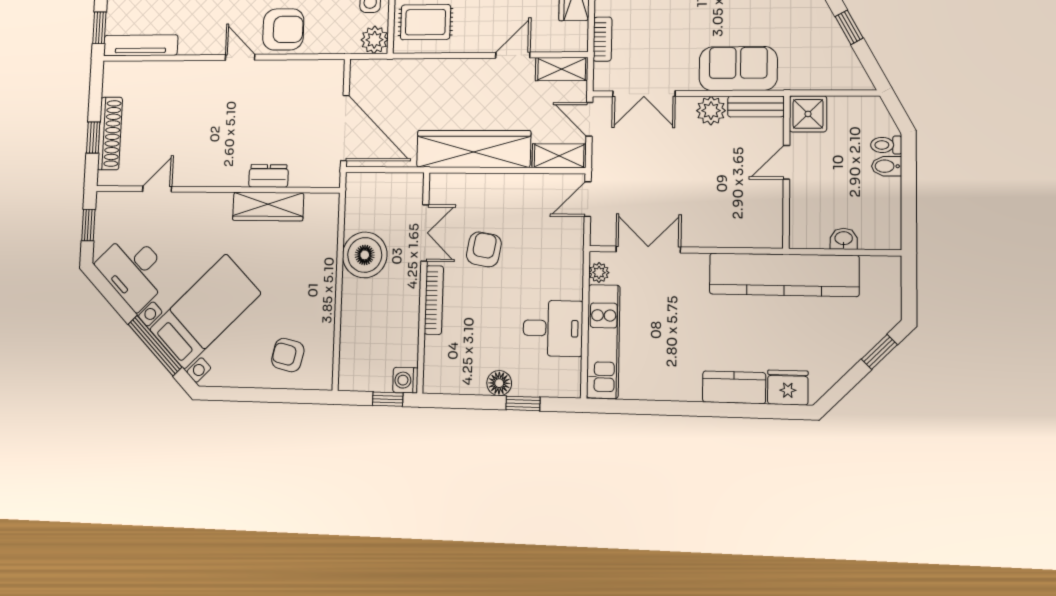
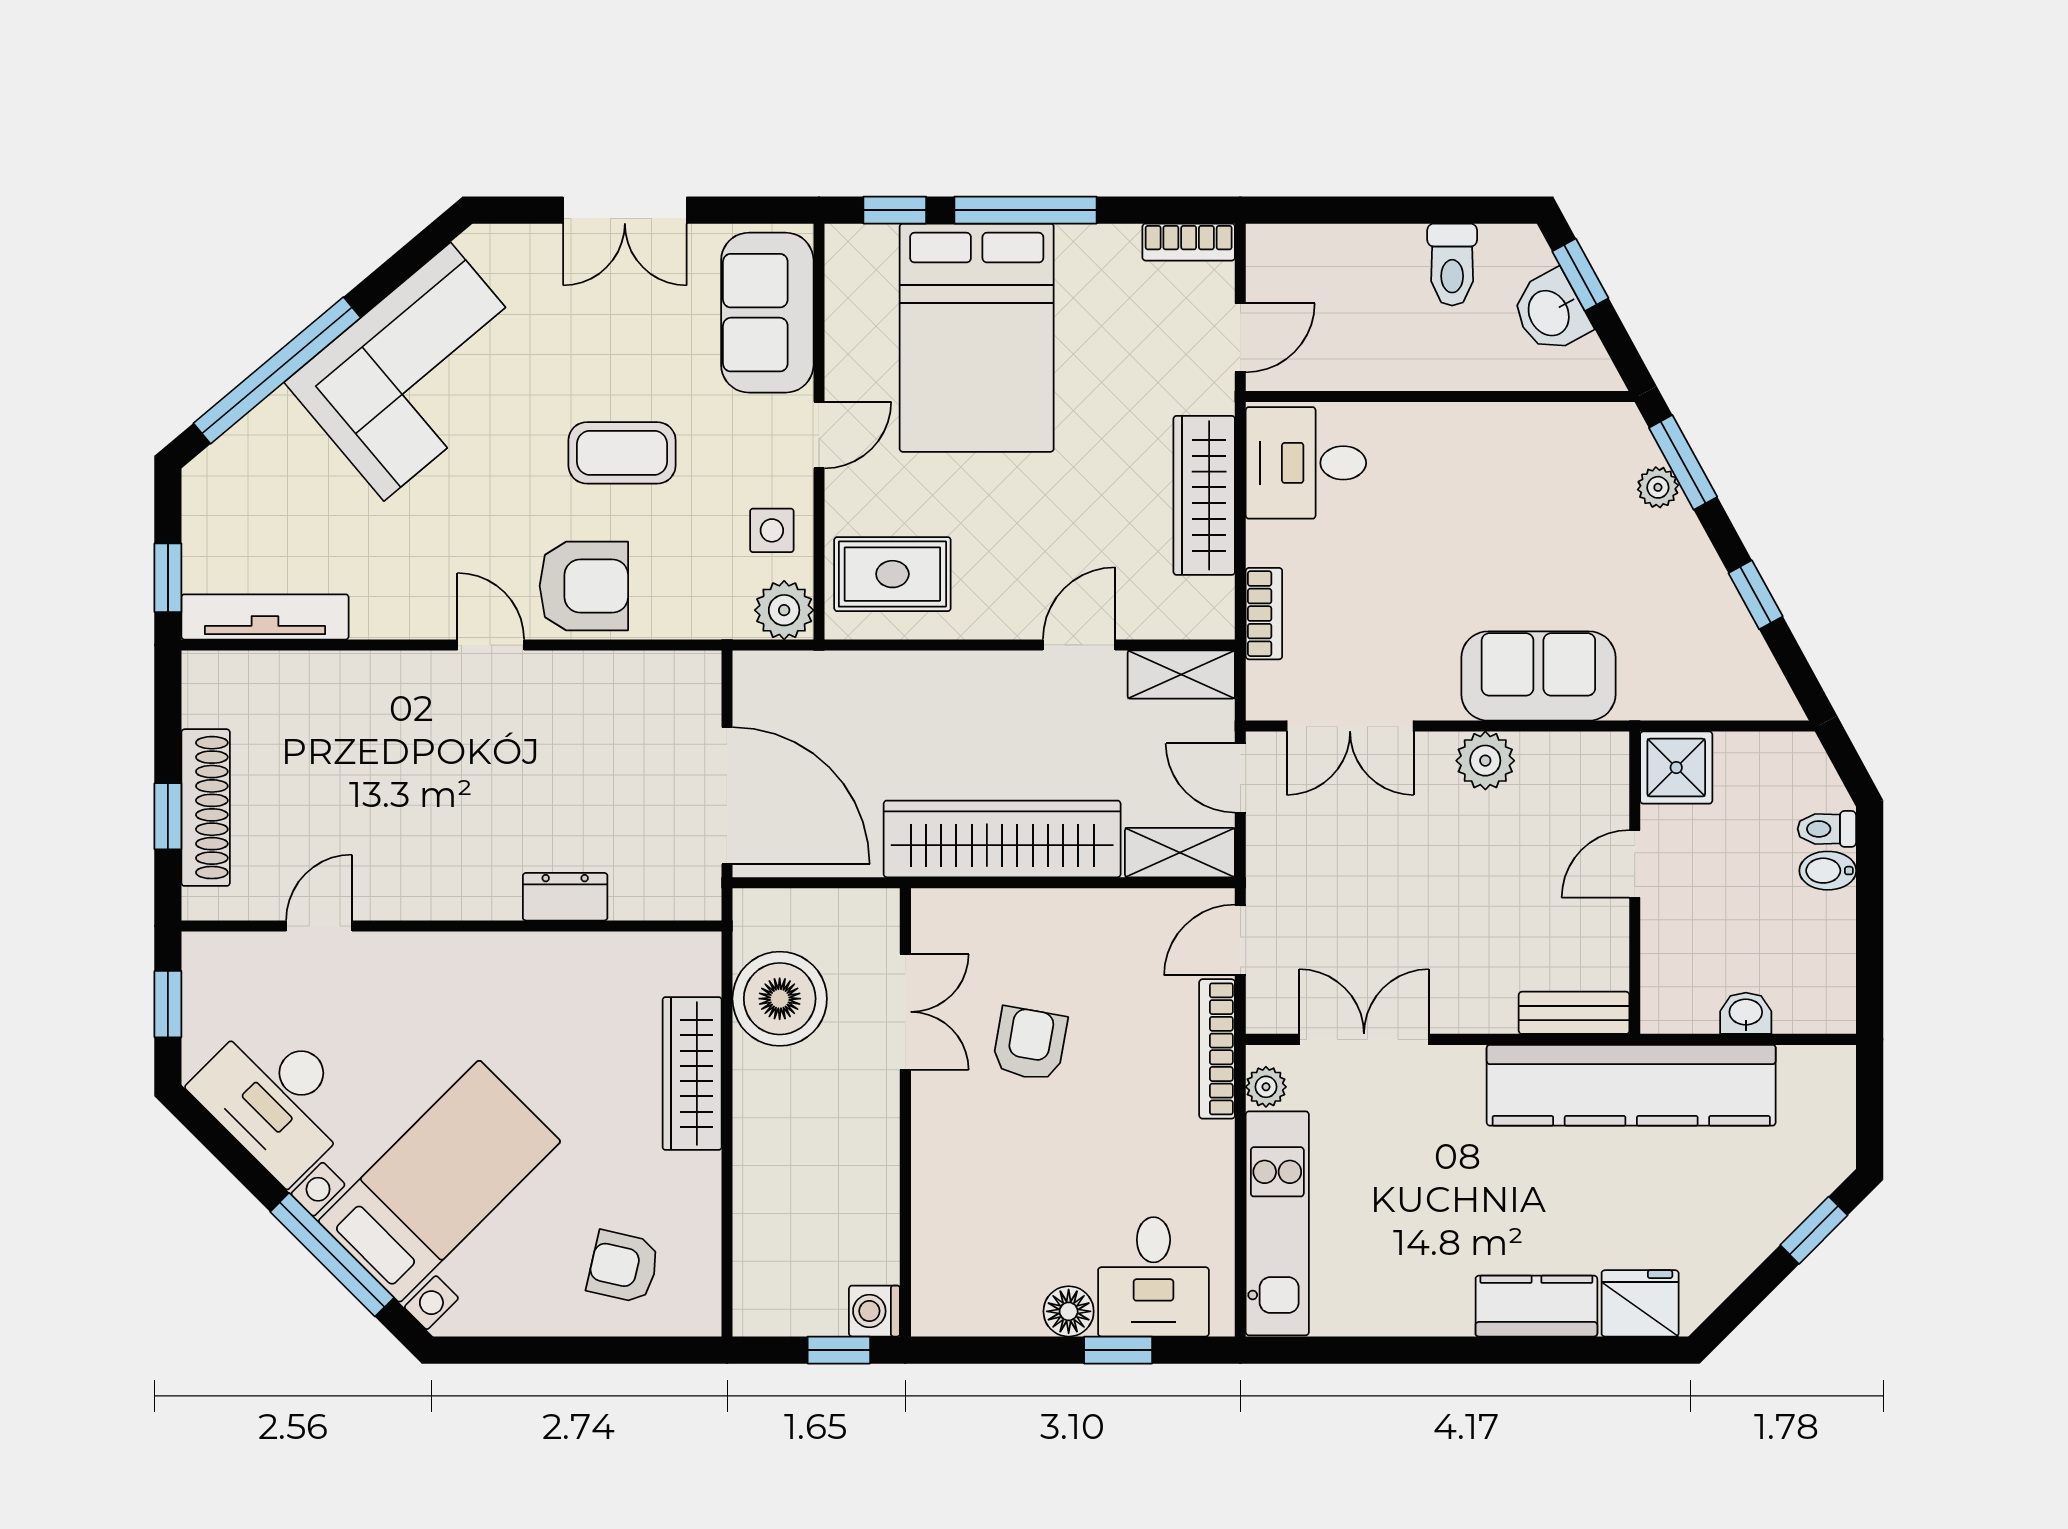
bench: (756, 106) -> (1574, 1013), moved
wardrobe: (268, 207) -> (692, 1073), moved, turned 90
boiler: (365, 255) -> (780, 999), moved
bookcase: (434, 300) -> (1217, 1049), moved, turned 180
desk: (553, 328) -> (1153, 1277), moved, turned 90

